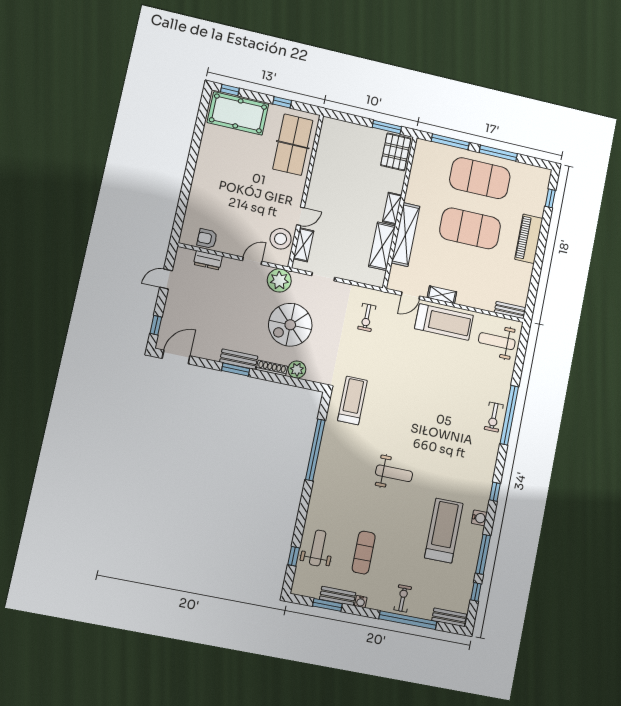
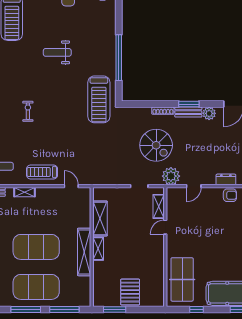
pallet: (396, 152) -> (130, 292), moved
shelving: (406, 235) -> (84, 252), moved
stool: (281, 239) -> (176, 207), removed
shelving: (442, 295) -> (24, 192), moved
door: (411, 296) -> (71, 186), hinge flipped
exercise bike: (367, 317) -> (28, 111), moved
treadmill: (444, 322) -> (42, 172), width x0.73, depth x0.73
spiral stairs: (290, 325) -> (156, 145), turned 90
plant: (297, 370) -> (209, 113), moved
treadmill: (352, 400) -> (99, 99), width x1.37, depth x1.38

